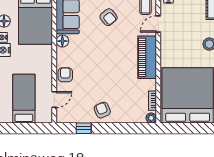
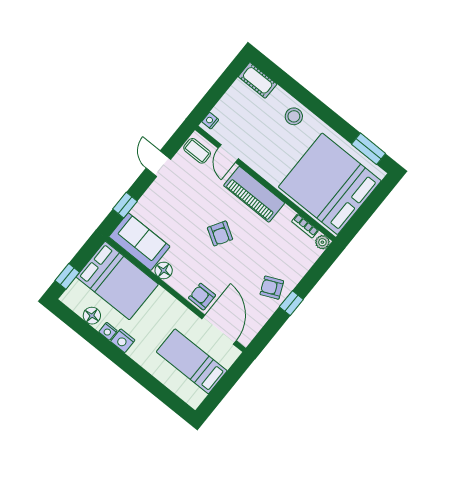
armchair: (109, 17) -> (220, 233), moved, turned 71
door: (54, 100) -> (219, 330), width x1.87
window: (84, 128) -> (291, 303), moved

